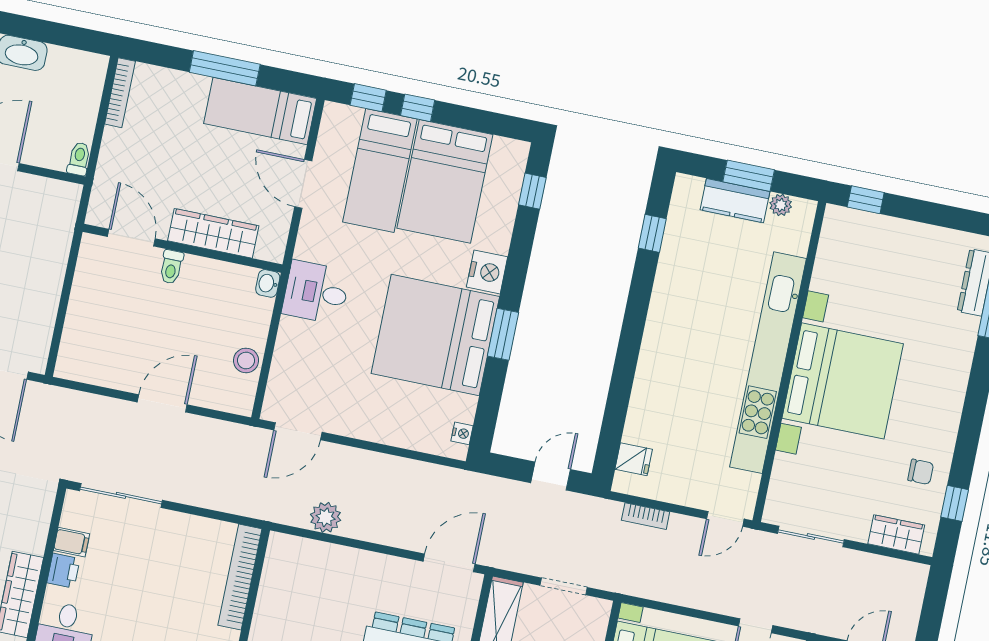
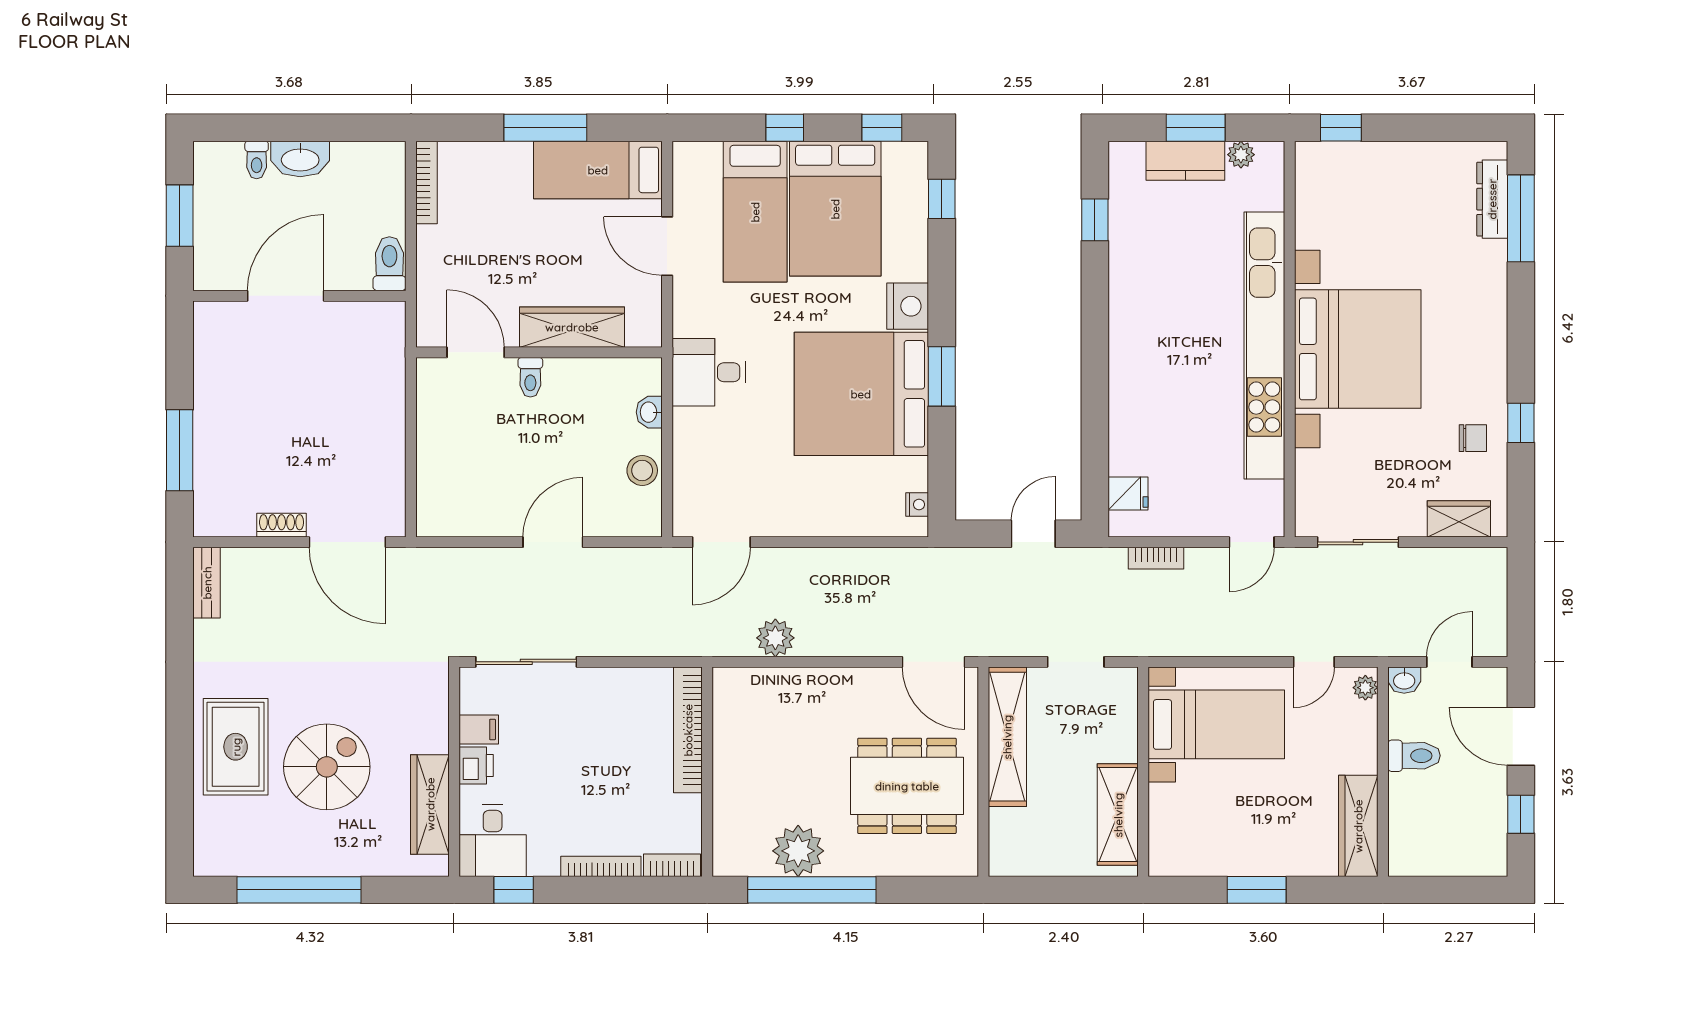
window: (368, 98) -> (882, 128), moved
toilet: (79, 159) -> (389, 264), width x1.37, depth x1.39
washbasin: (268, 283) -> (649, 412), moved
window: (955, 503) -> (1521, 423), moved
door: (449, 563) -> (933, 662), swing flipped

